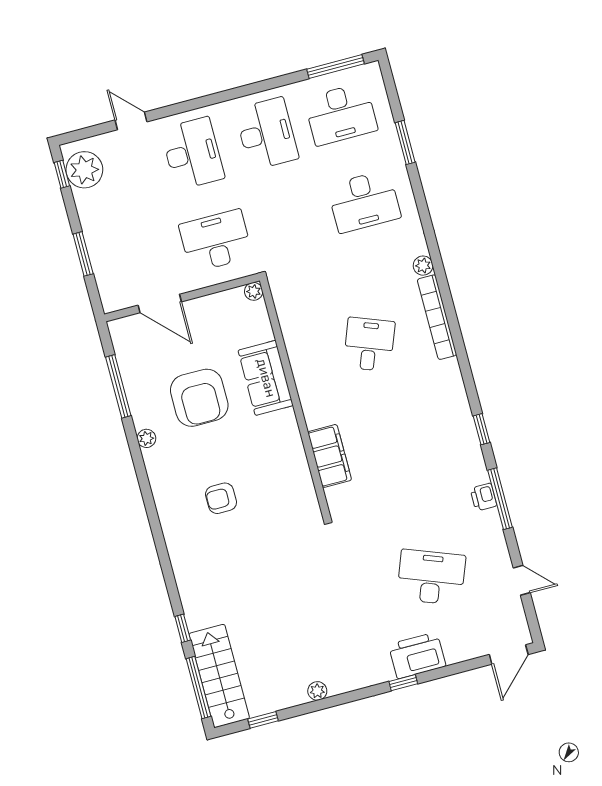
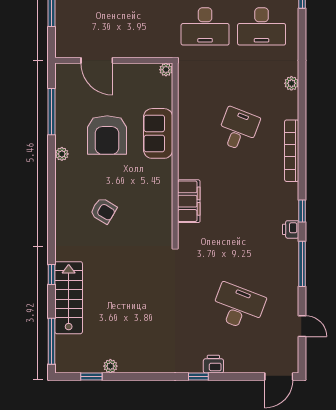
desk: (216, 241) -> (205, 26), moved, turned 180
bookcase: (437, 317) -> (292, 151), moved
printer: (483, 497) -> (291, 229), moved
armchair: (221, 498) -> (104, 211), turned -149
window: (183, 628) -> (52, 274), moved
printer: (417, 655) -> (213, 364), width x0.53, depth x0.68
stairs: (219, 676) -> (69, 298), moved
plant: (317, 691) -> (110, 366), moved

